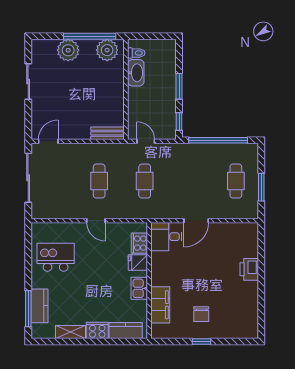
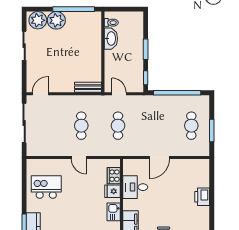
plant: (107, 50) -> (38, 20), moved
desk: (166, 237) -> (135, 187), moved

